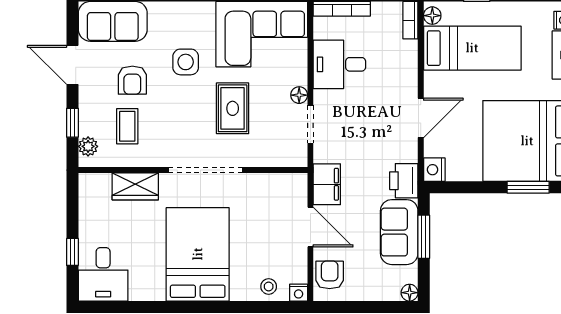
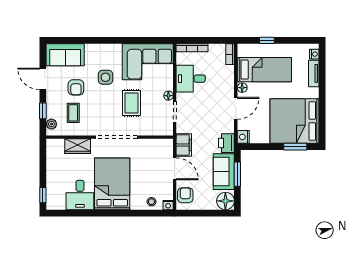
floor lamp: (432, 16) -> (242, 88), moved
window: (72, 252) -> (43, 195), moved
desk: (103, 274) -> (80, 195), moved
floor lamp: (410, 293) -> (225, 201), width x1.89, depth x1.89

